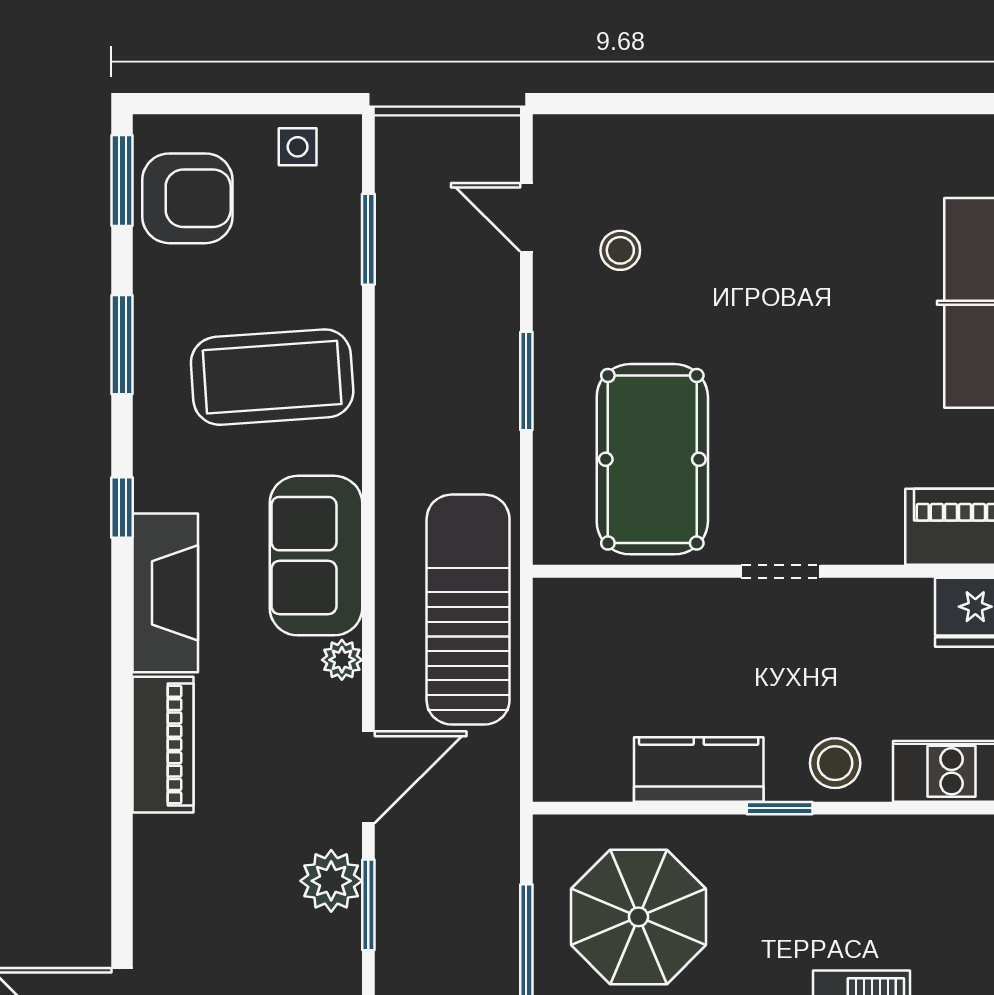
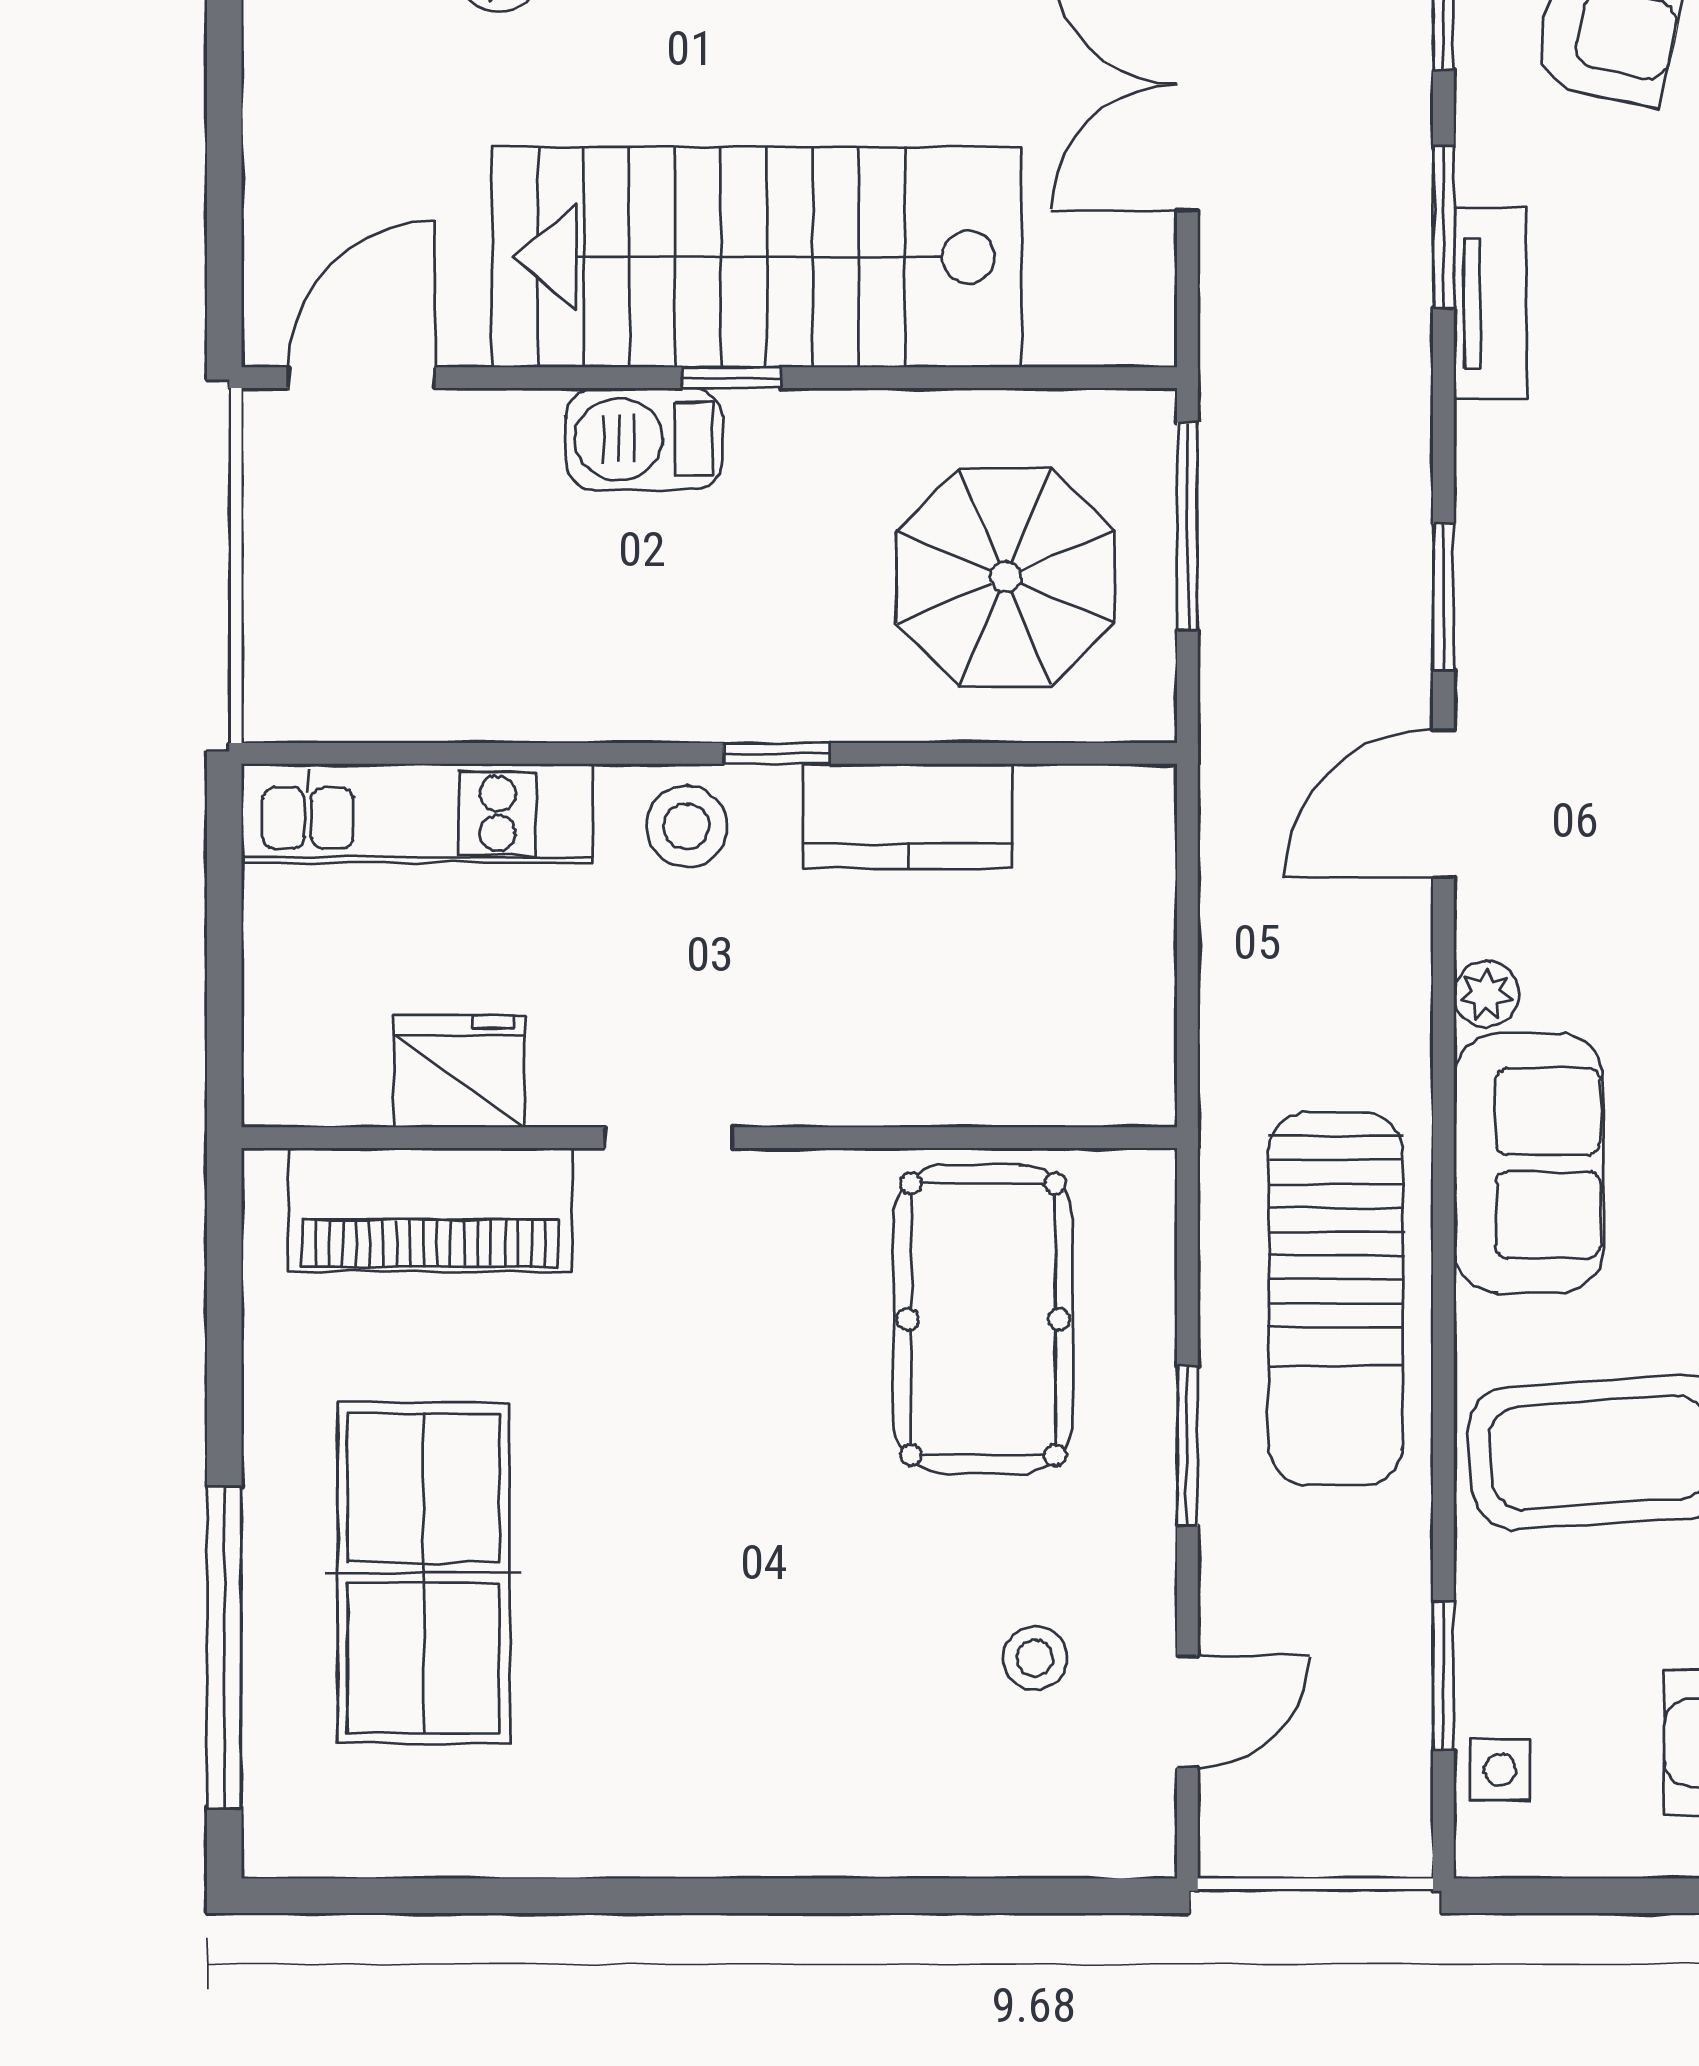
side table: (298, 147) -> (1500, 1770), moved
door: (526, 217) -> (1187, 1712), hinge flipped
doorway: (781, 571) -> (668, 1138), moved
sun lounger: (468, 610) -> (1336, 1299), moved
plant: (331, 881) -> (1504, 635), removed

